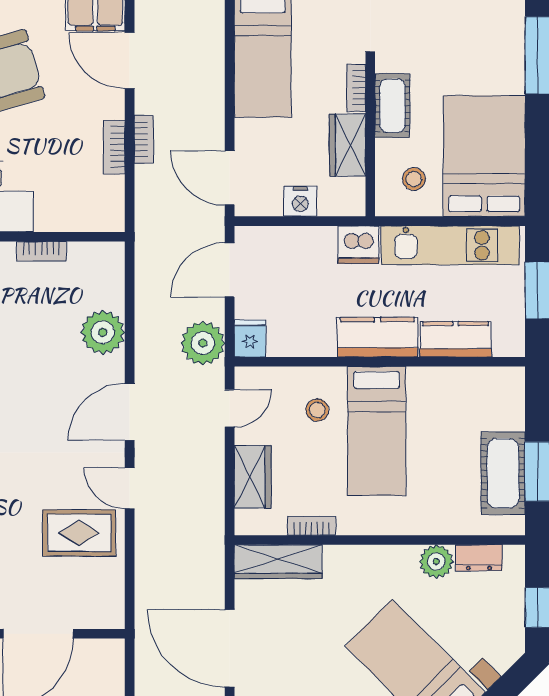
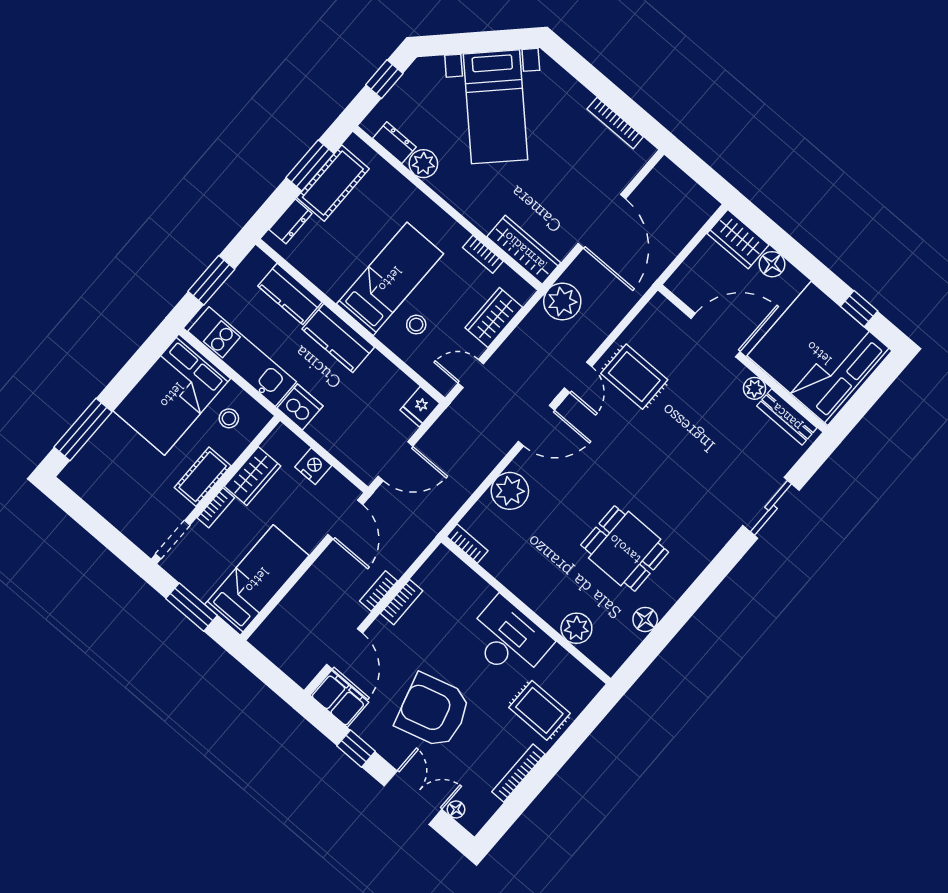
bookcase: (41, 251) -> (467, 544), moved
plant: (203, 343) -> (562, 302), moved
dresser: (512, 406) -> (291, 221), added

